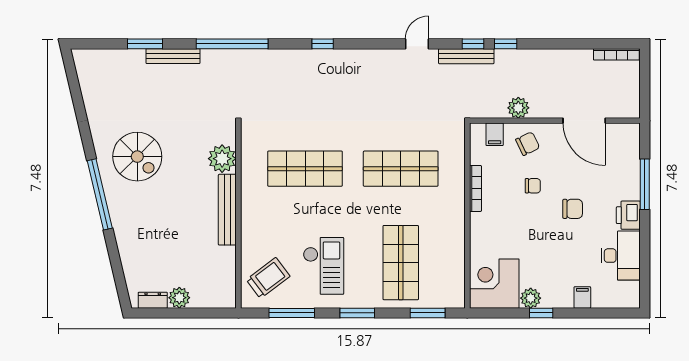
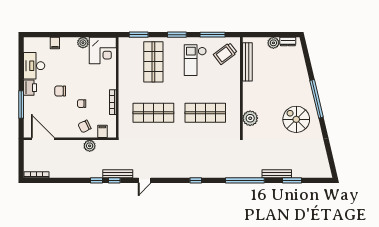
door: (584, 121) -> (43, 139), moved
bench: (227, 210) -> (247, 62), moved
window: (541, 313) -> (77, 35), removed

